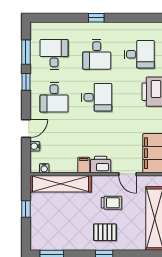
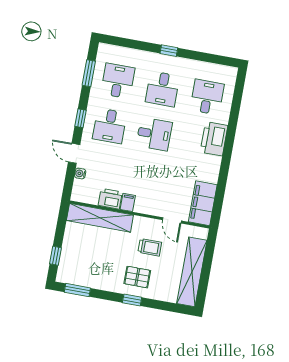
desk: (139, 54) -> (207, 97), turned -90
window: (26, 82) -> (81, 118), moved
door: (26, 129) -> (74, 153), swing flipped
printer: (101, 164) -> (110, 199), moved
water cooler: (44, 168) -> (86, 198), removed
window: (26, 209) -> (56, 256), moved

